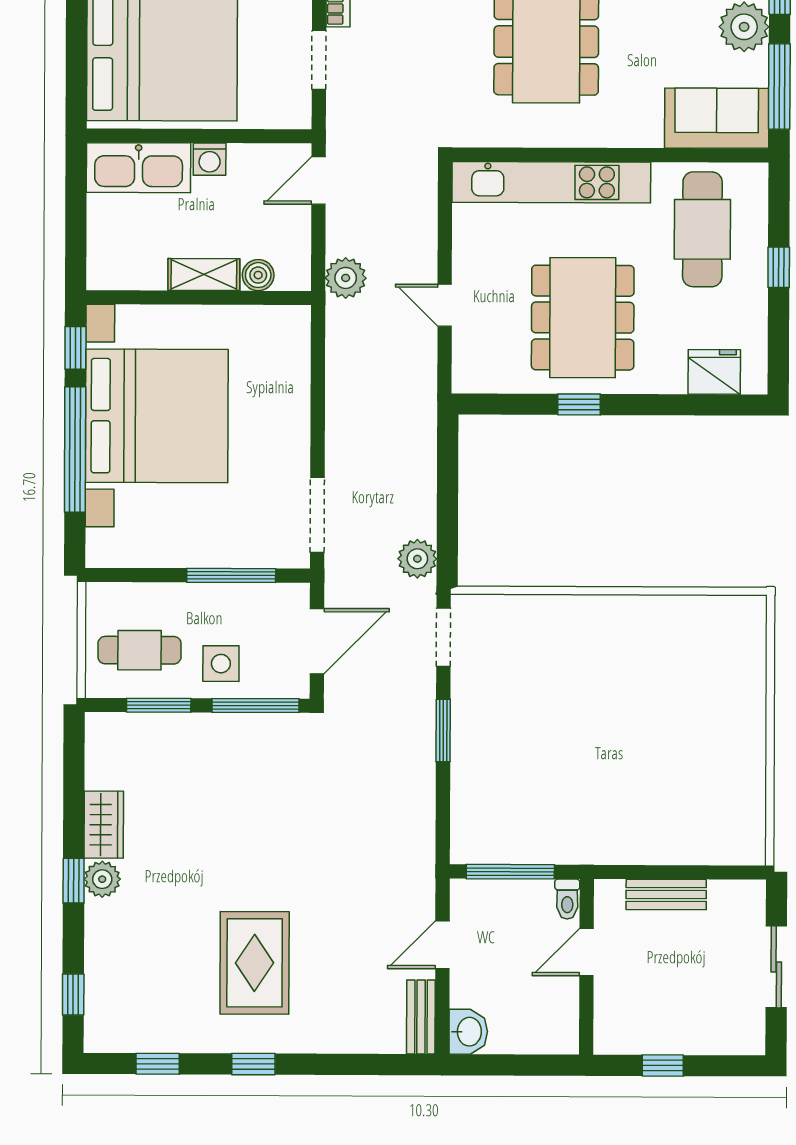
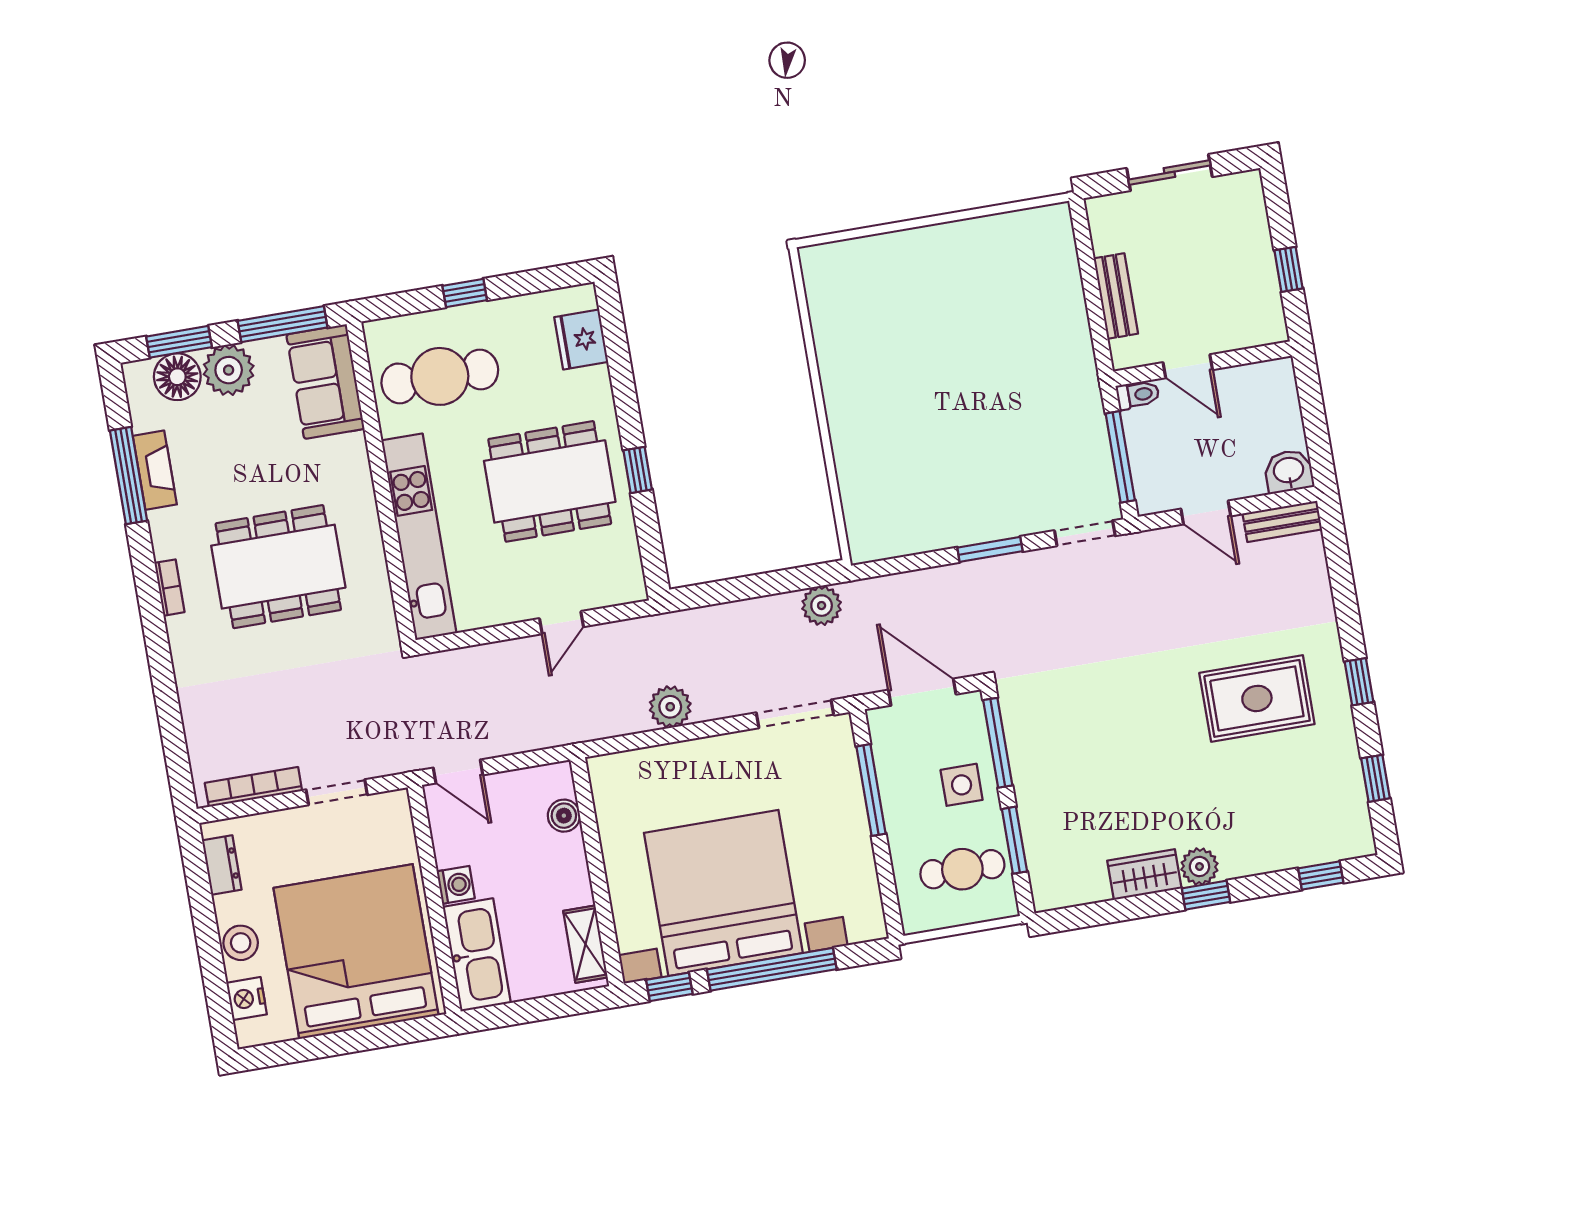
shelving: (204, 275) -> (585, 944), moved
plant: (346, 278) -> (670, 707), moved
doorway: (443, 637) -> (1085, 533), moved
cafe table: (139, 650) -> (962, 869), turned 90

